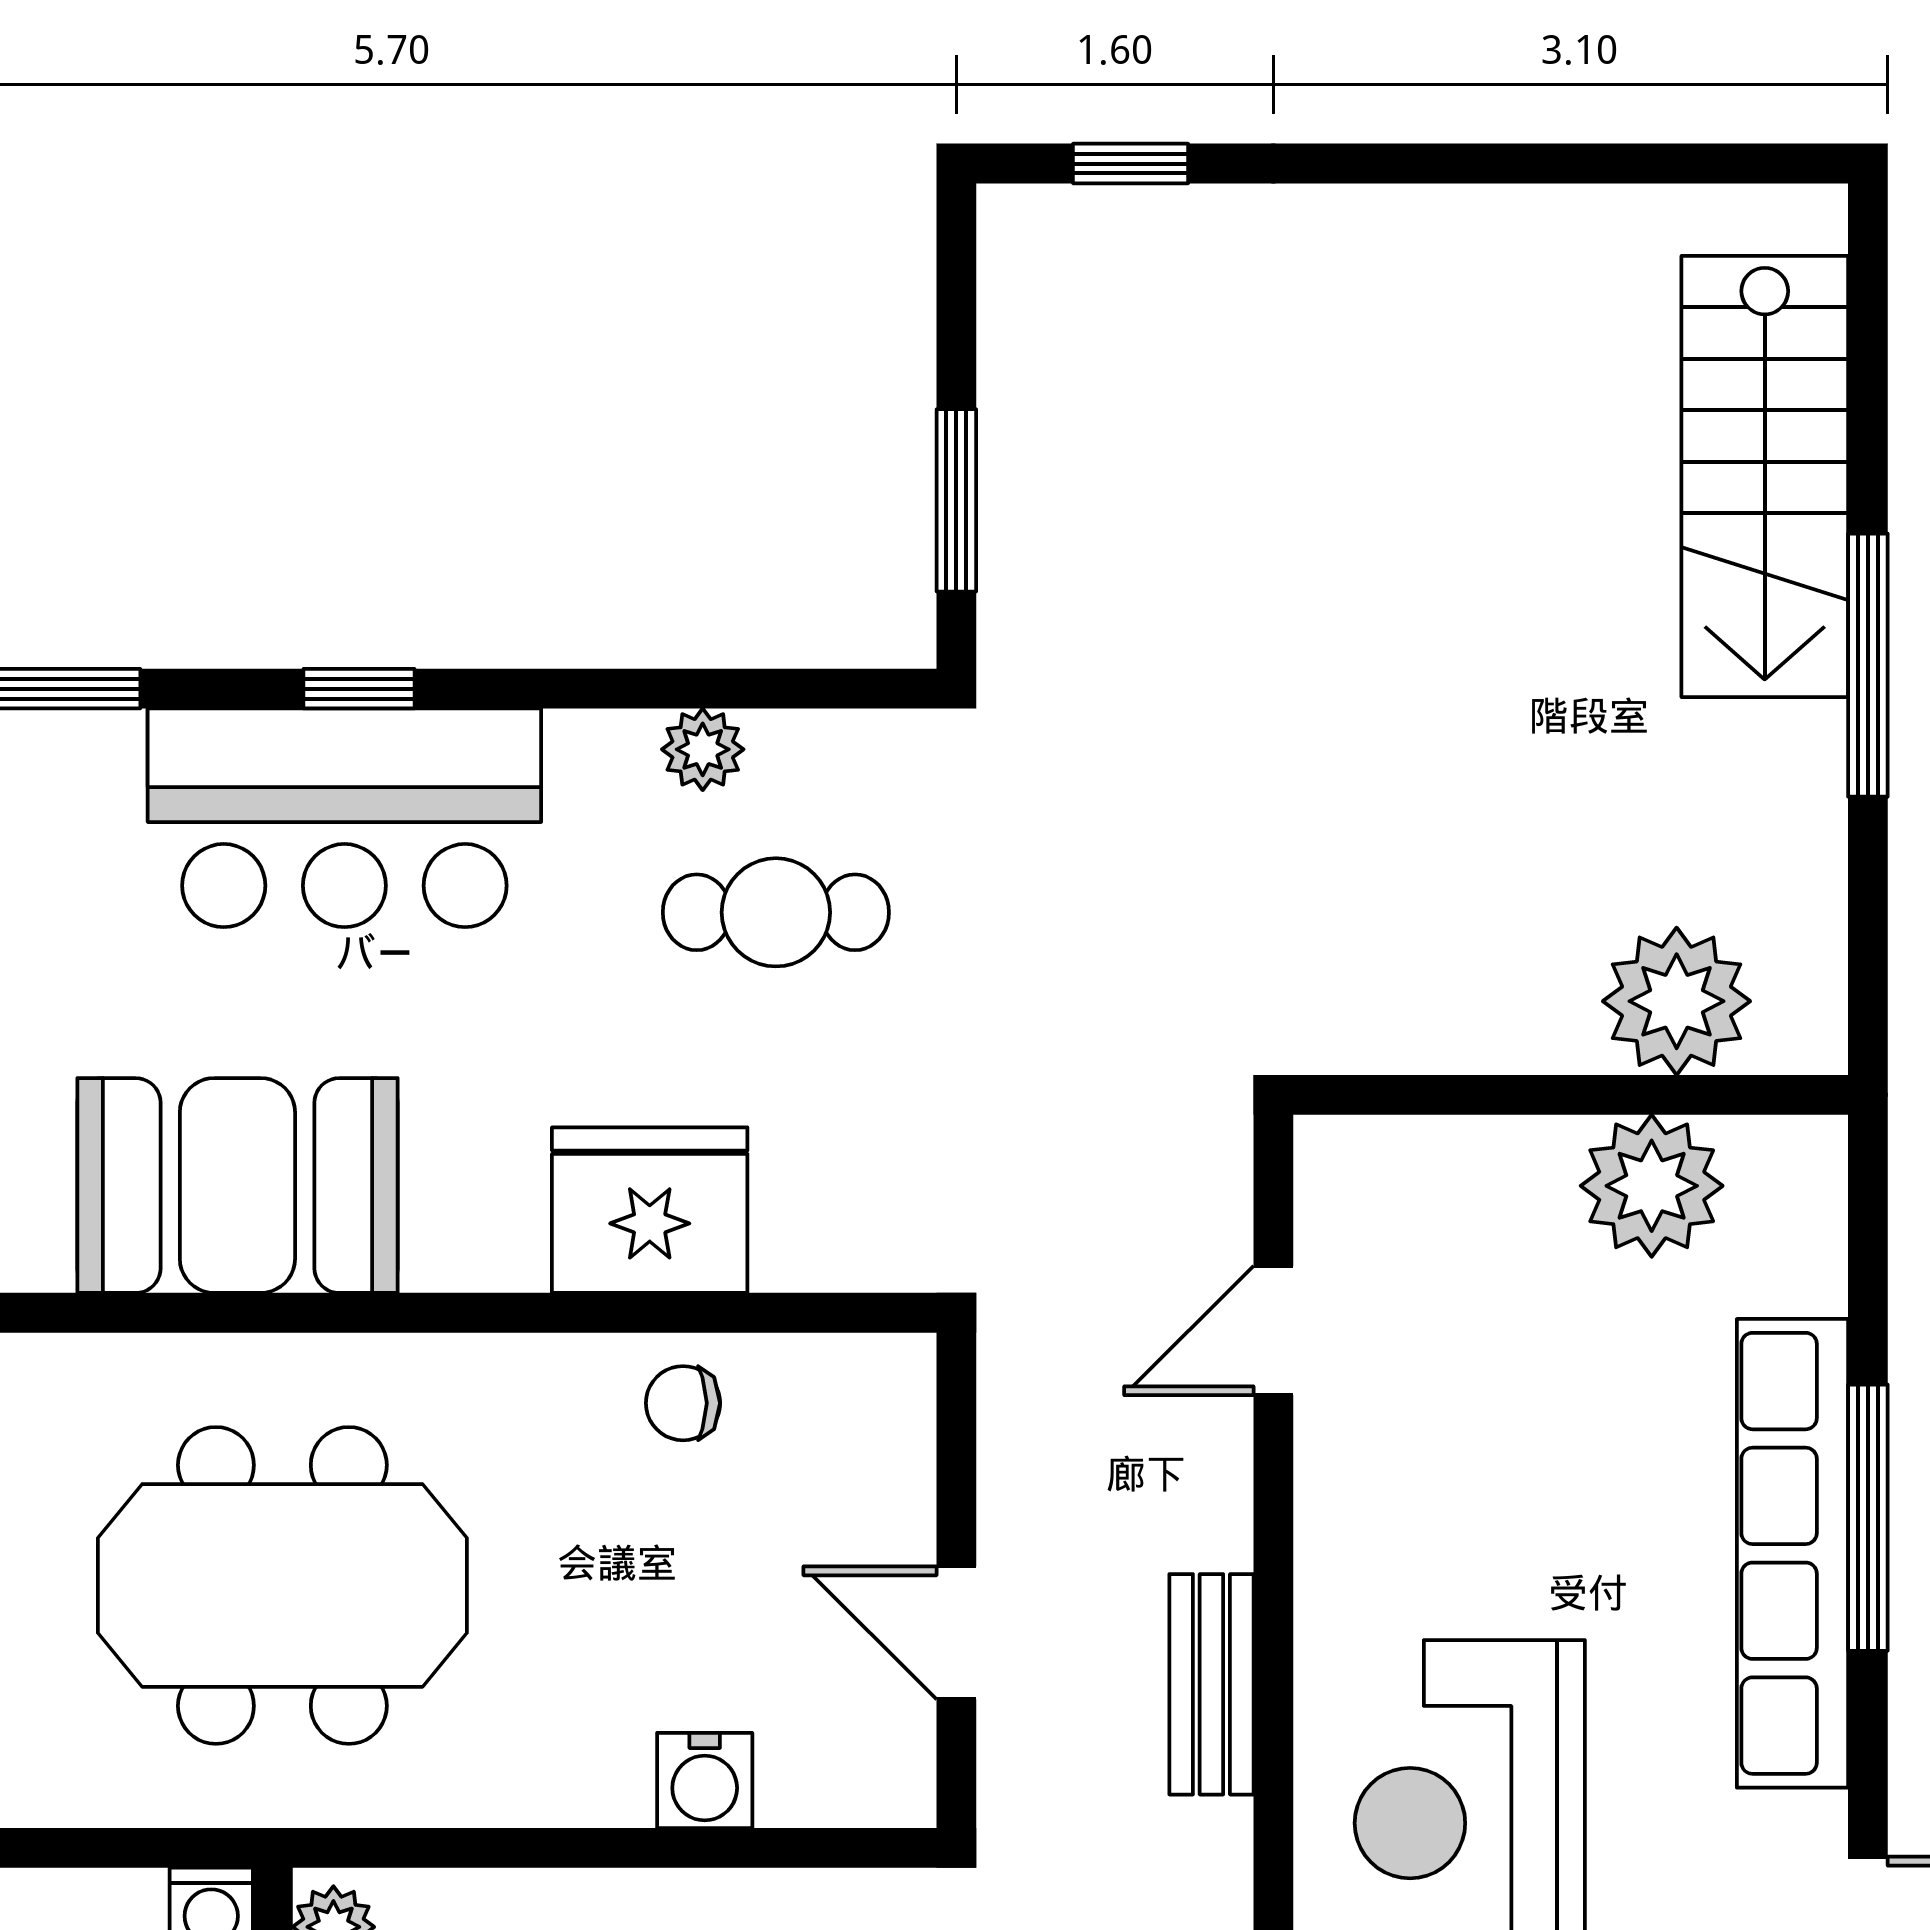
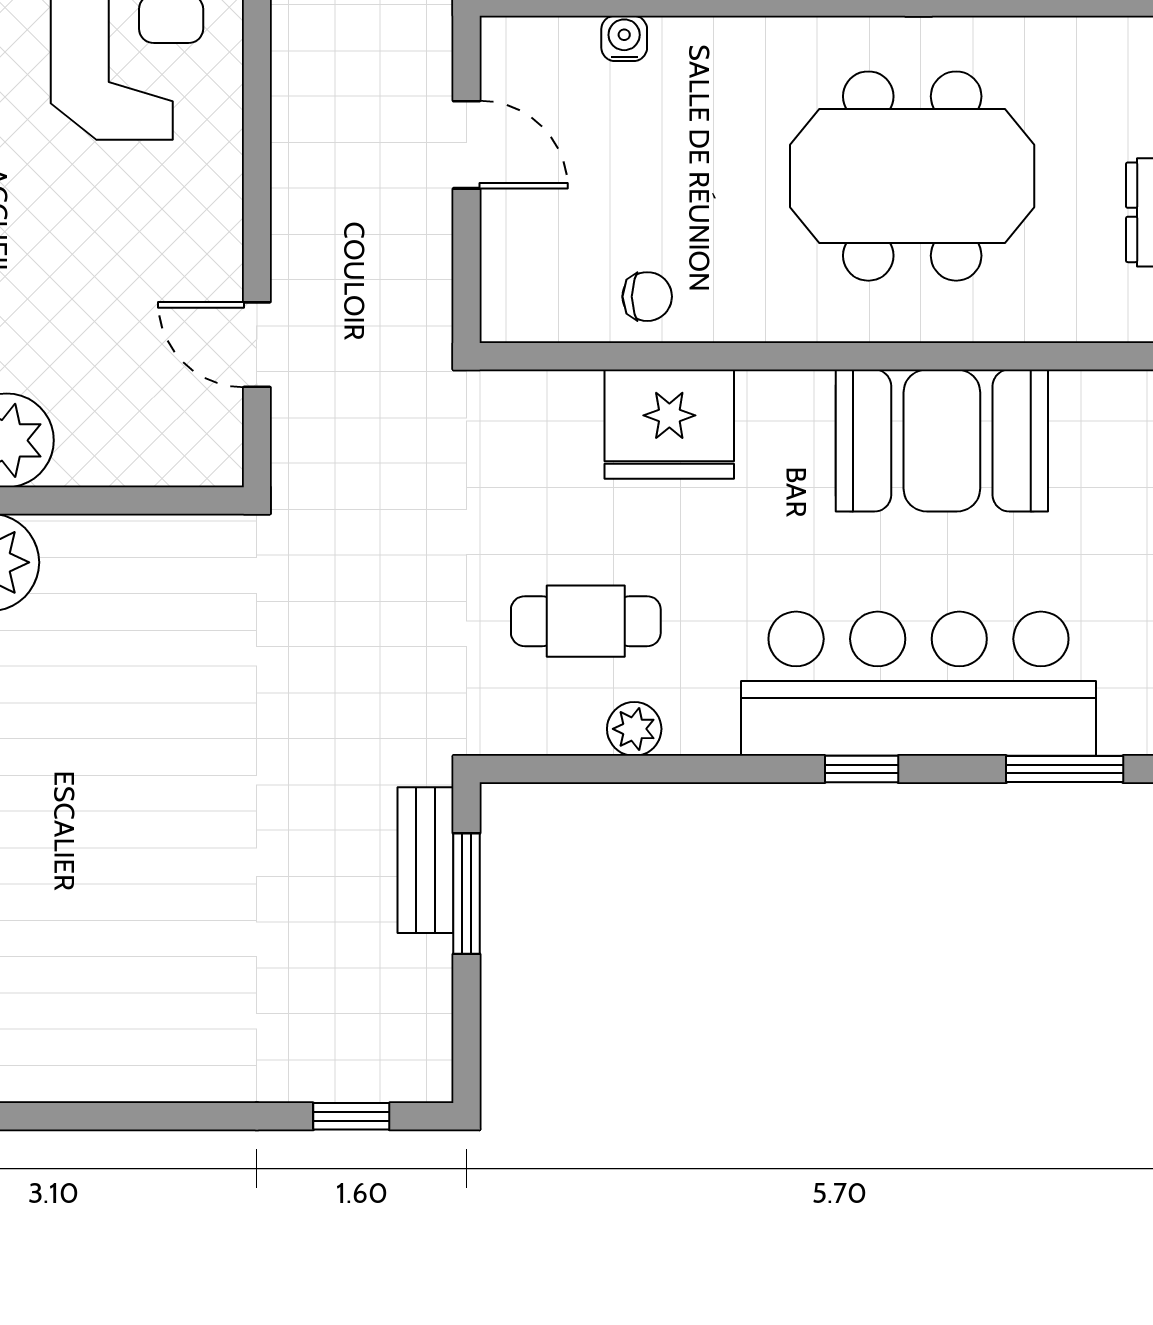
bar counter: (344, 818) -> (918, 684), width x1.36
door: (1273, 1330) -> (257, 345), swing flipped
bench: (1211, 1684) -> (426, 860), moved
water cooler: (705, 1780) -> (624, 38), width x0.72, depth x0.72

